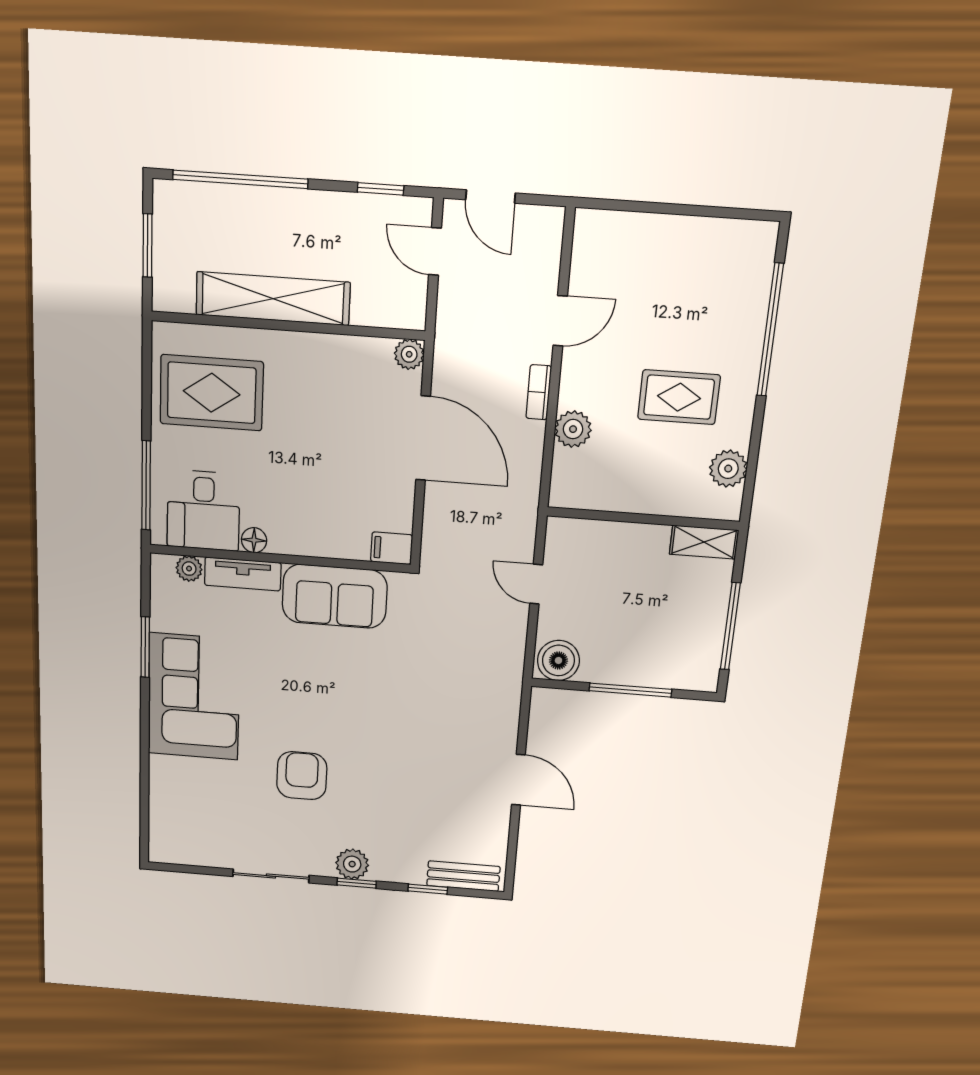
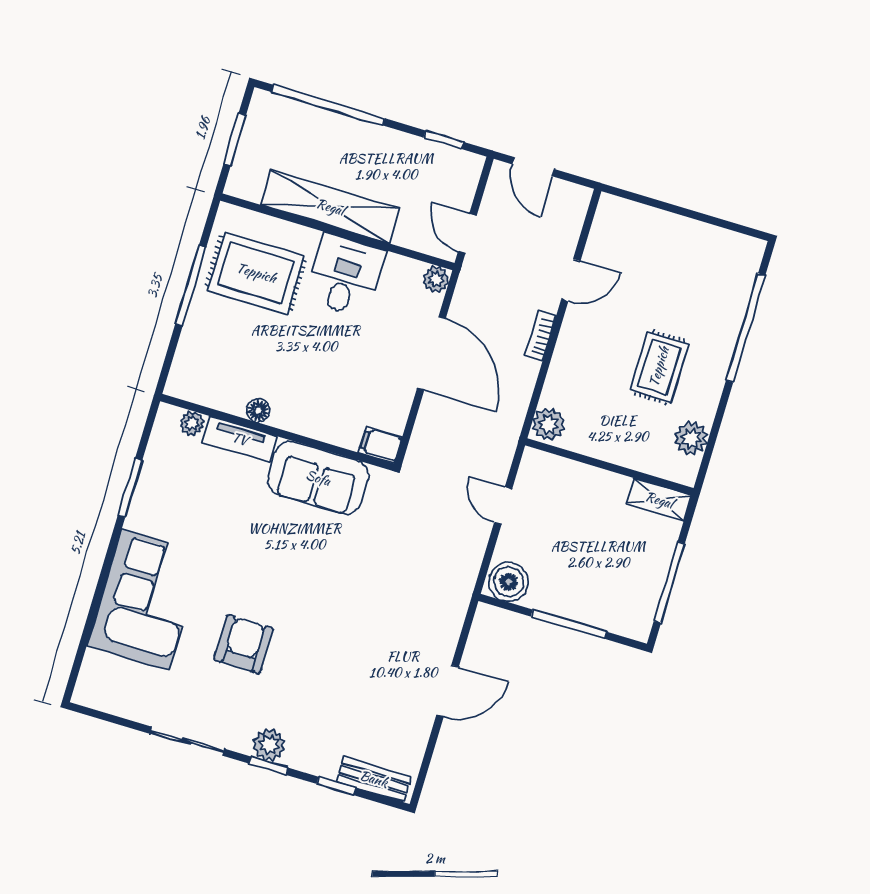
door: (435, 251) -> (467, 233), moved
rug: (679, 397) -> (659, 367), turned 90
plant: (573, 429) -> (548, 424), moved
window: (146, 486) -> (191, 286), moved
desk: (203, 510) -> (345, 276), moved, turned 180
corner sofa: (194, 697) -> (146, 600), moved
door: (518, 780) -> (448, 691), hinge flipped

